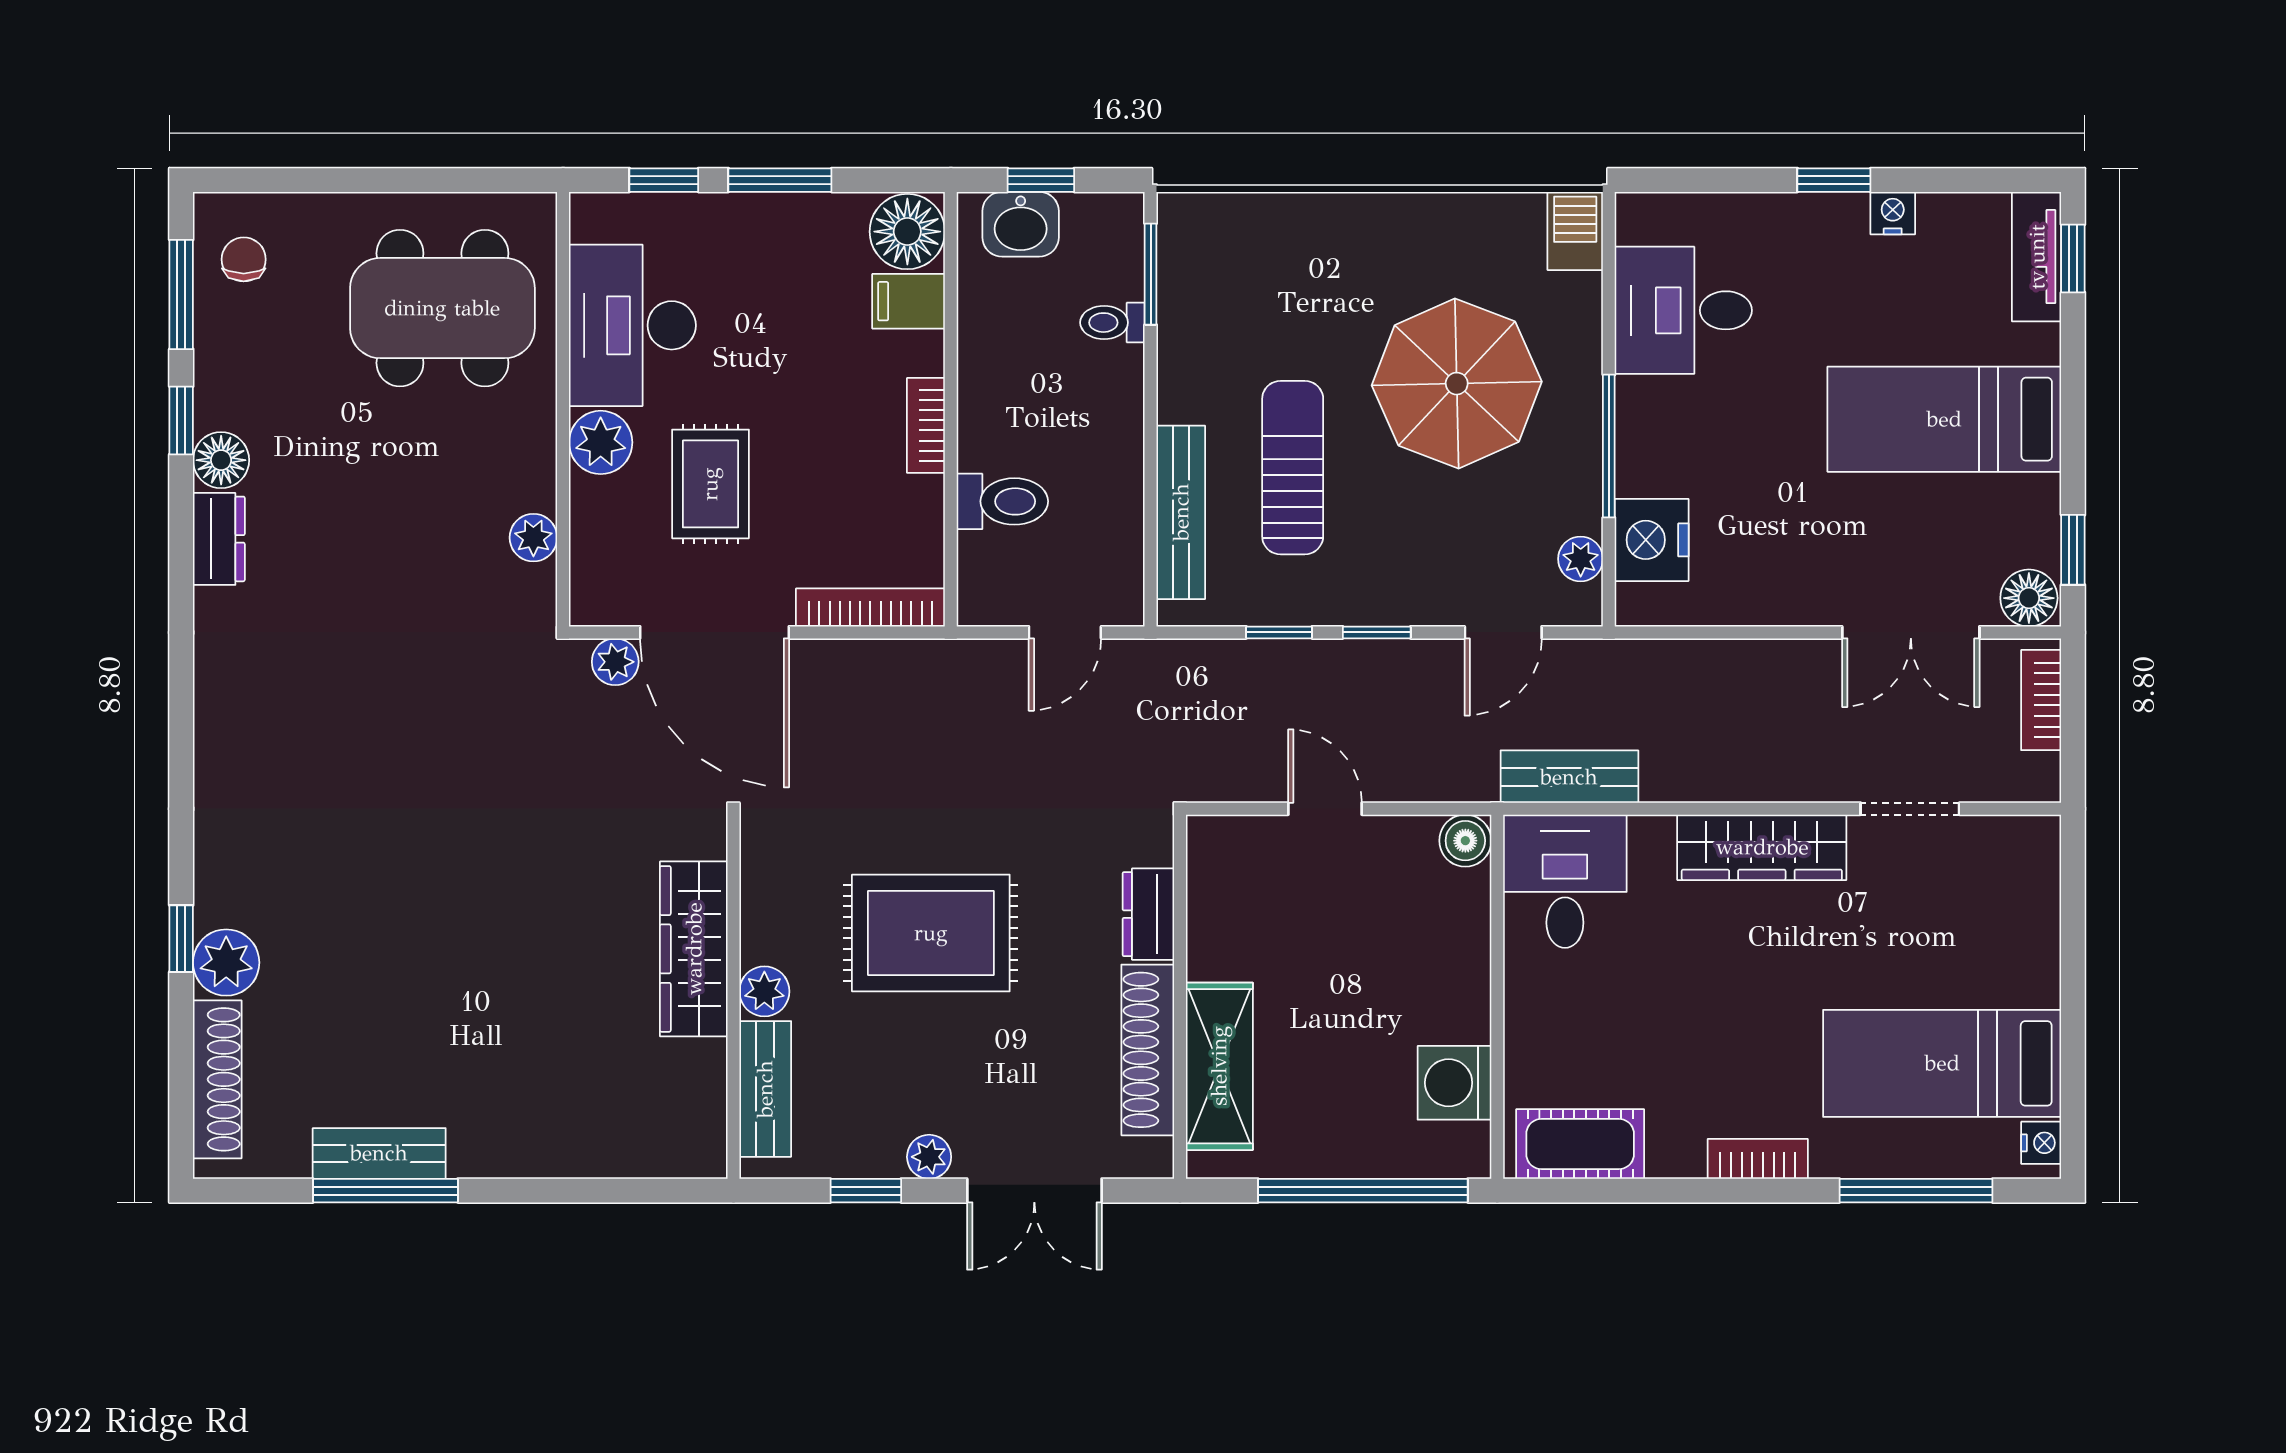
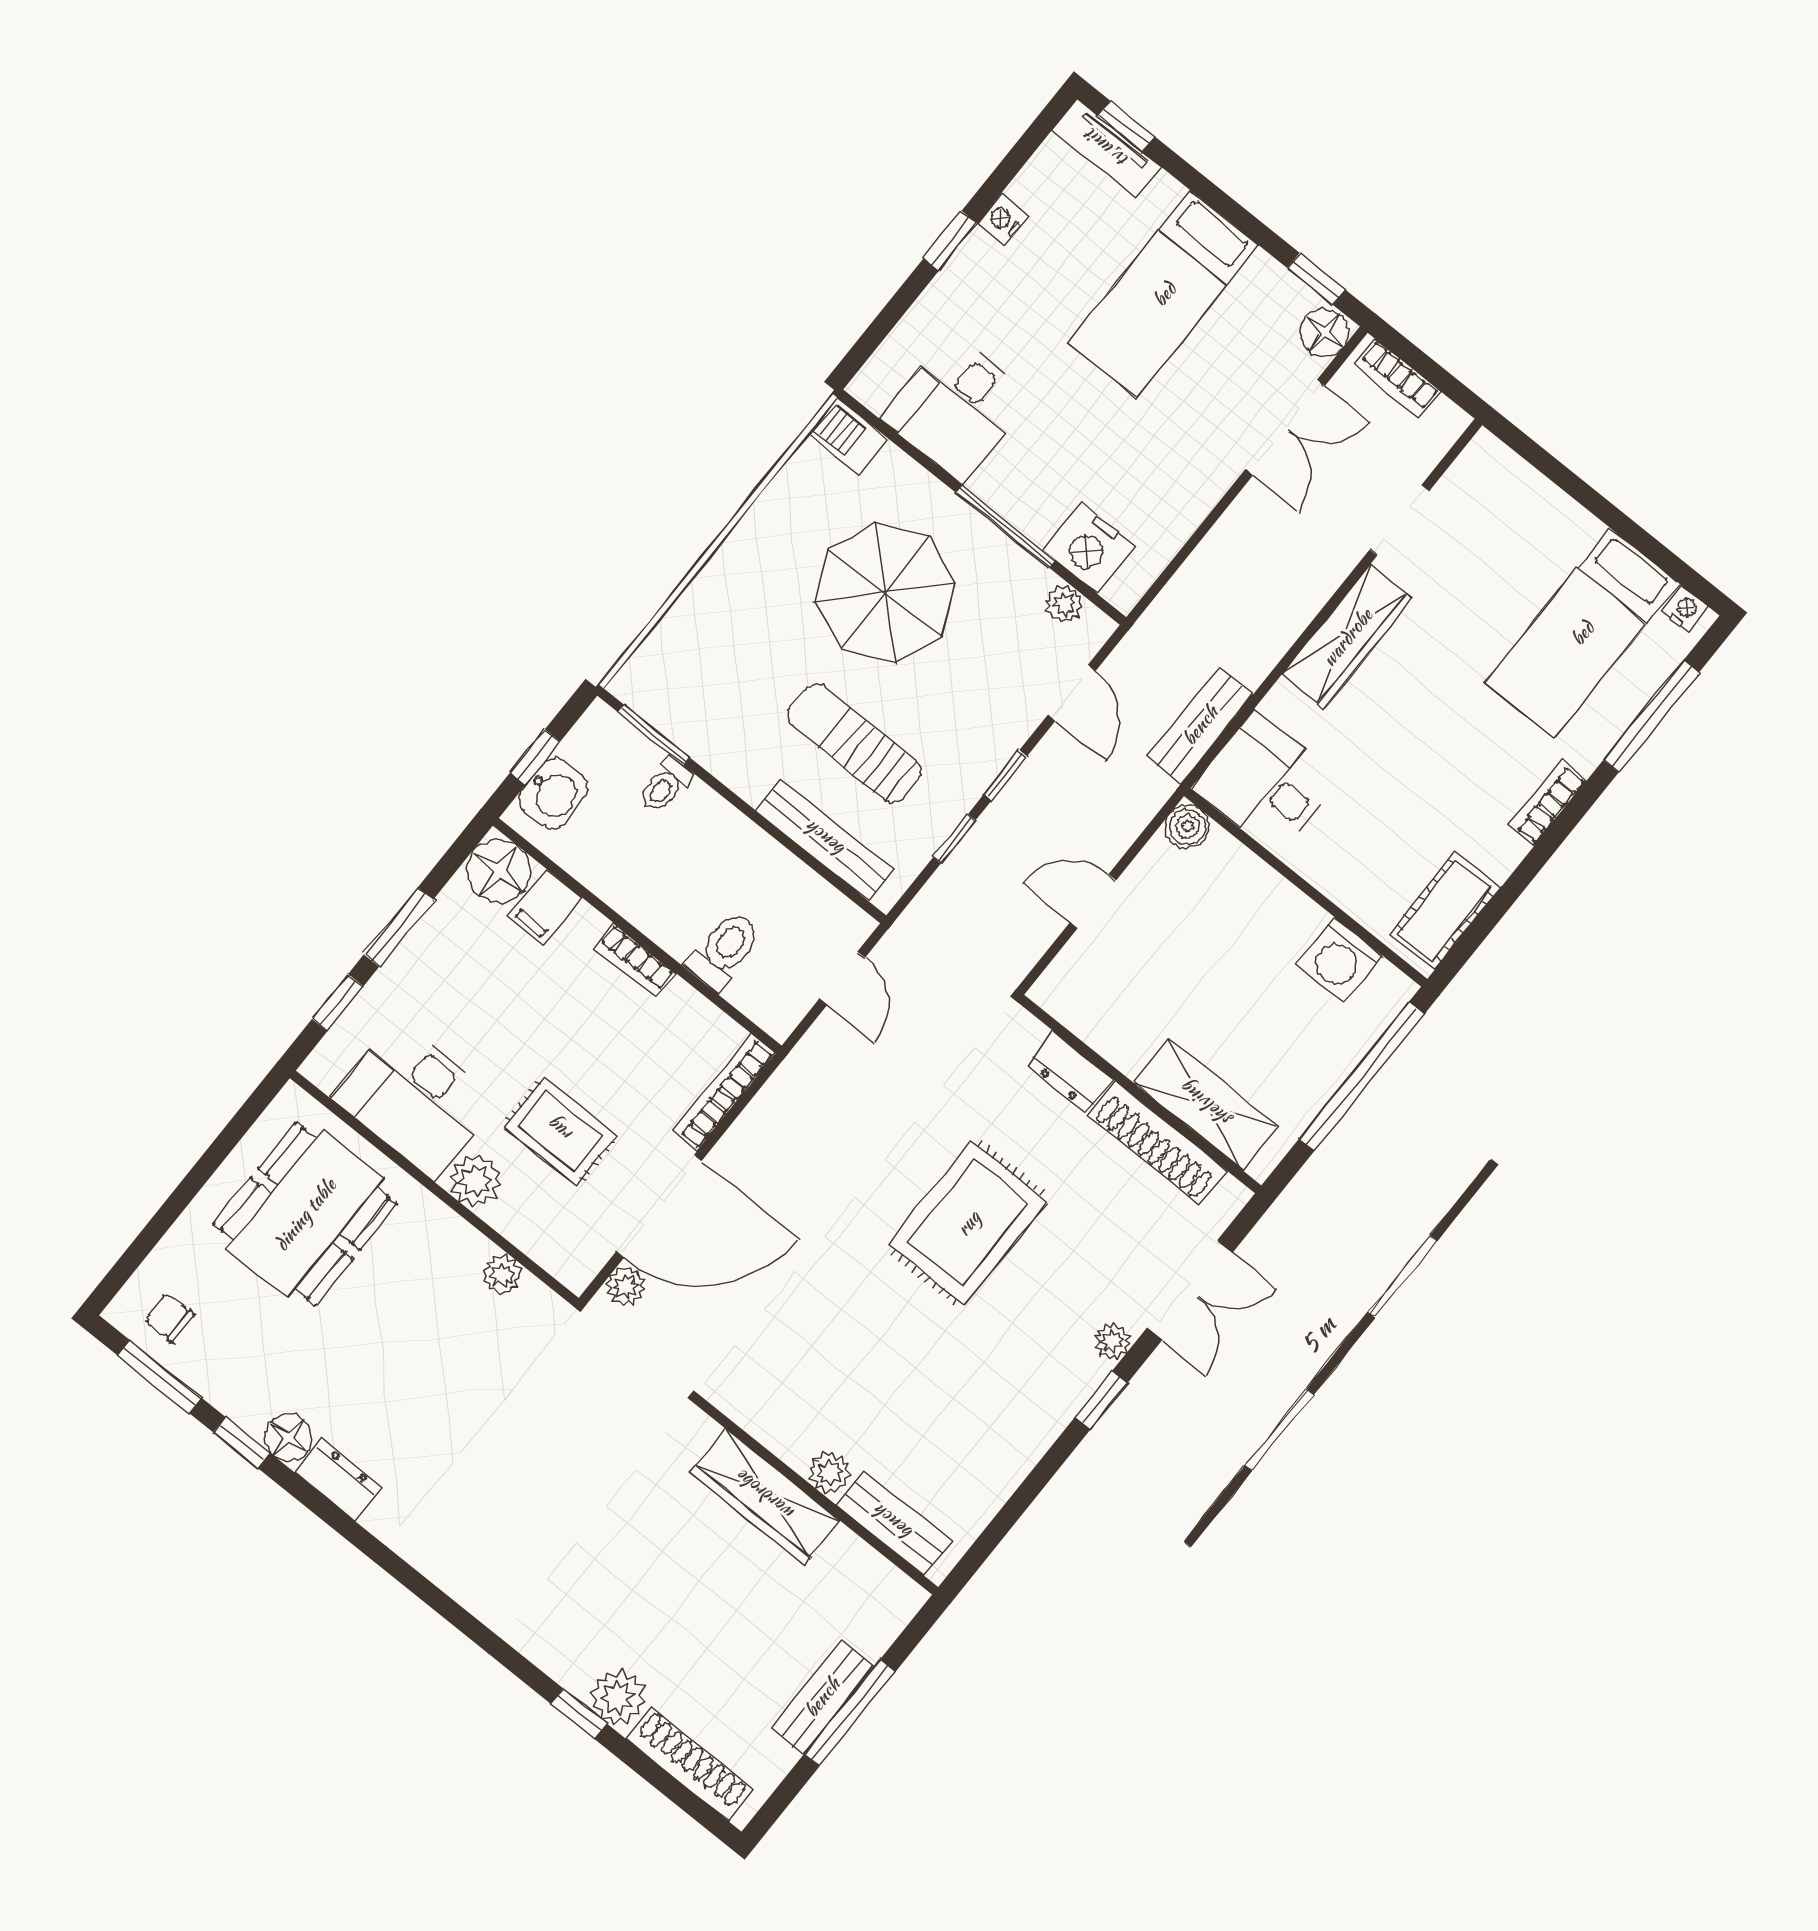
wardrobe: (694, 949) -> (765, 1496), moved
plant: (764, 991) -> (829, 1473), moved
wall: (733, 997) -> (817, 1496), moved
bench: (765, 1089) -> (893, 1523), moved

